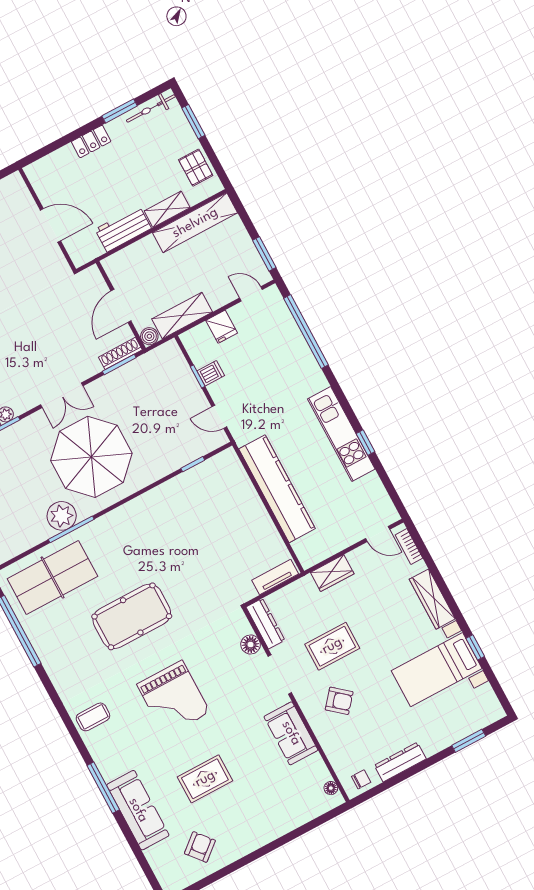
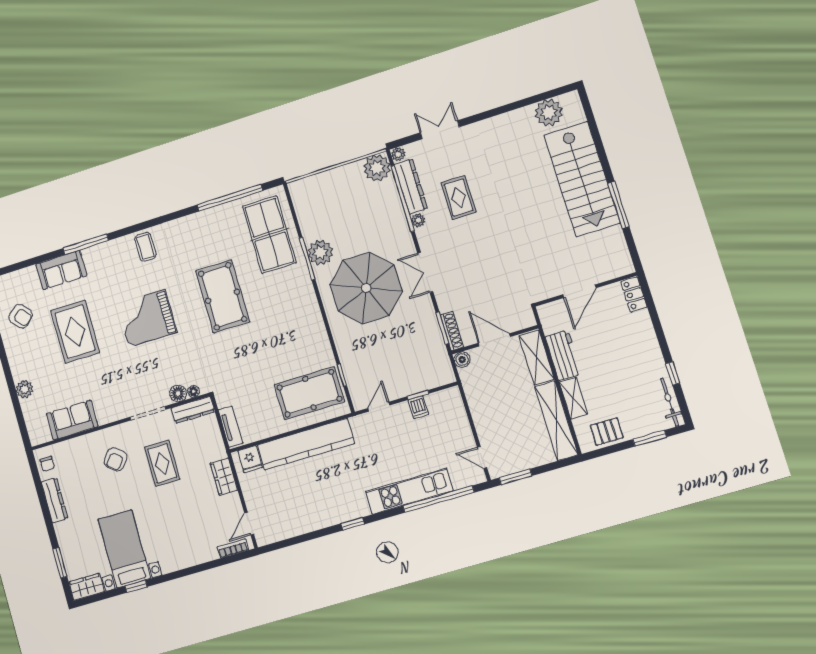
window: (120, 111) -> (673, 373), width x0.67
locker: (91, 141) -> (634, 294), moved
door: (251, 294) -> (482, 457), swing flipped
shelving: (182, 316) -> (537, 358), moved
fridge: (222, 327) -> (250, 459), moved, turned -90
kitchen unit: (341, 434) -> (409, 491), moved
window: (365, 443) -> (353, 524), moved
pool table: (220, 496) -> (309, 393), added
wardrobe: (432, 599) -> (87, 587), moved, width x0.67
sofa: (291, 733) -> (72, 420), moved
rug: (205, 779) -> (75, 332), width x1.36, depth x1.43
floor lamp: (331, 788) -> (194, 391), moved
sofa: (138, 810) -> (61, 270), width x0.73
plant: (282, 824) -> (25, 389), added

